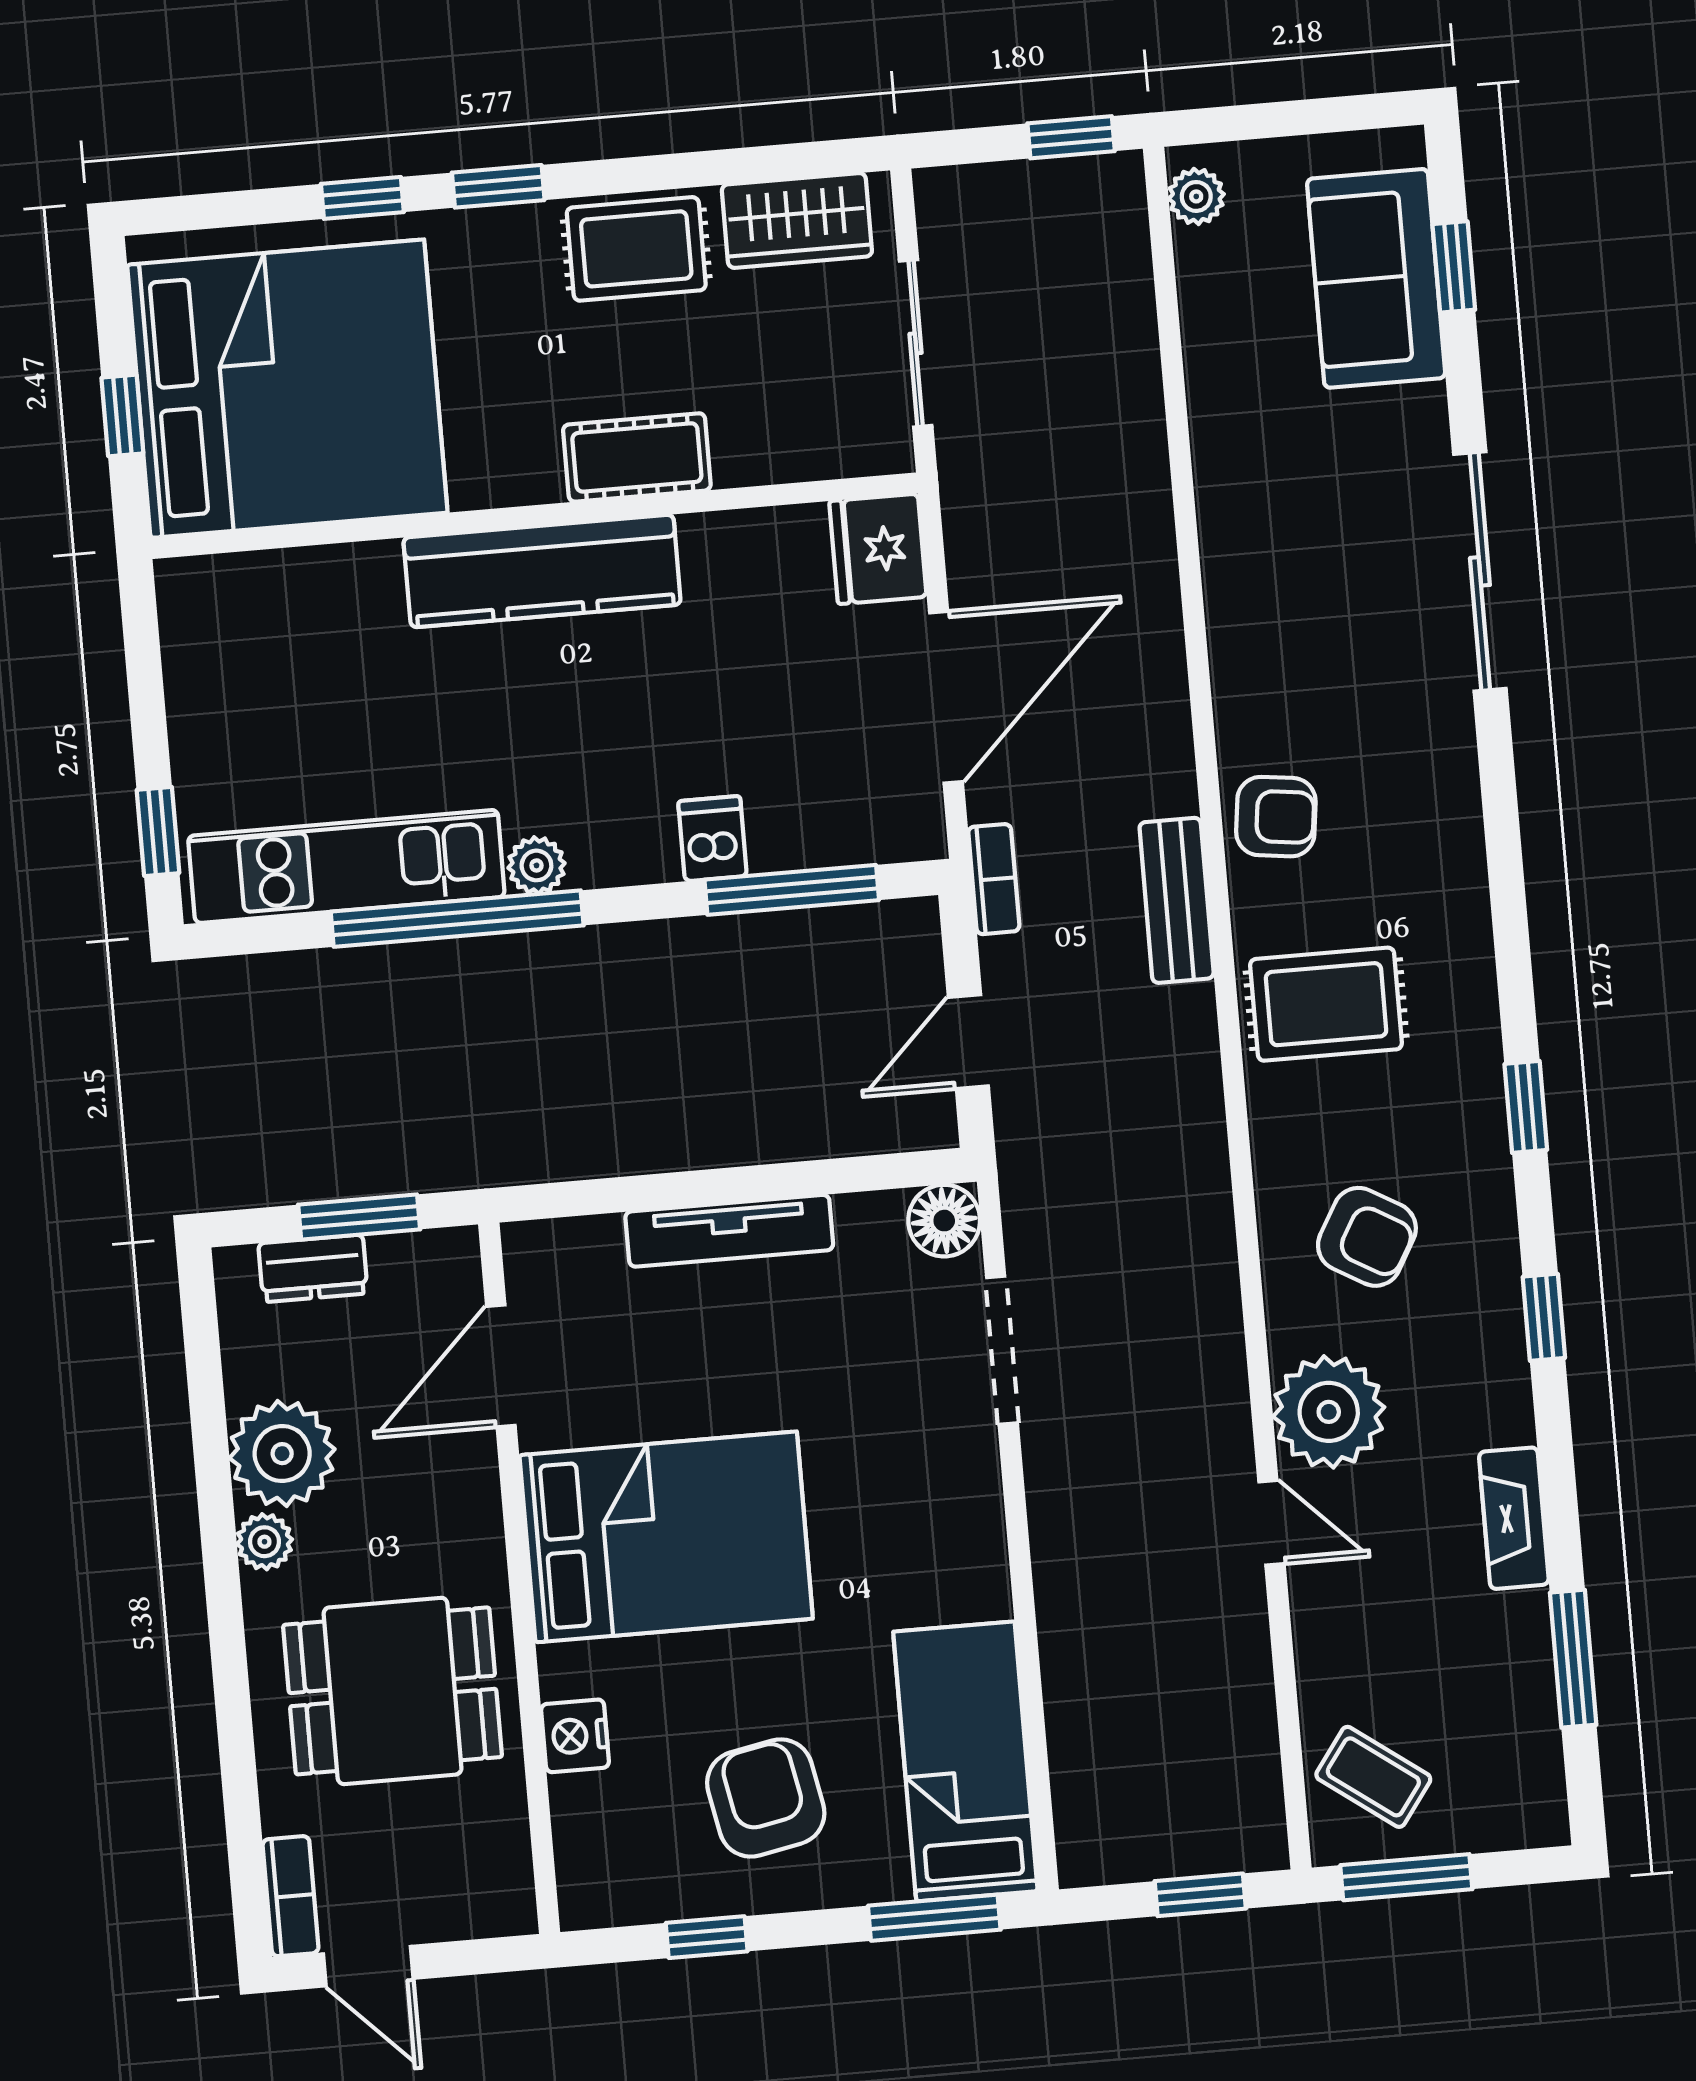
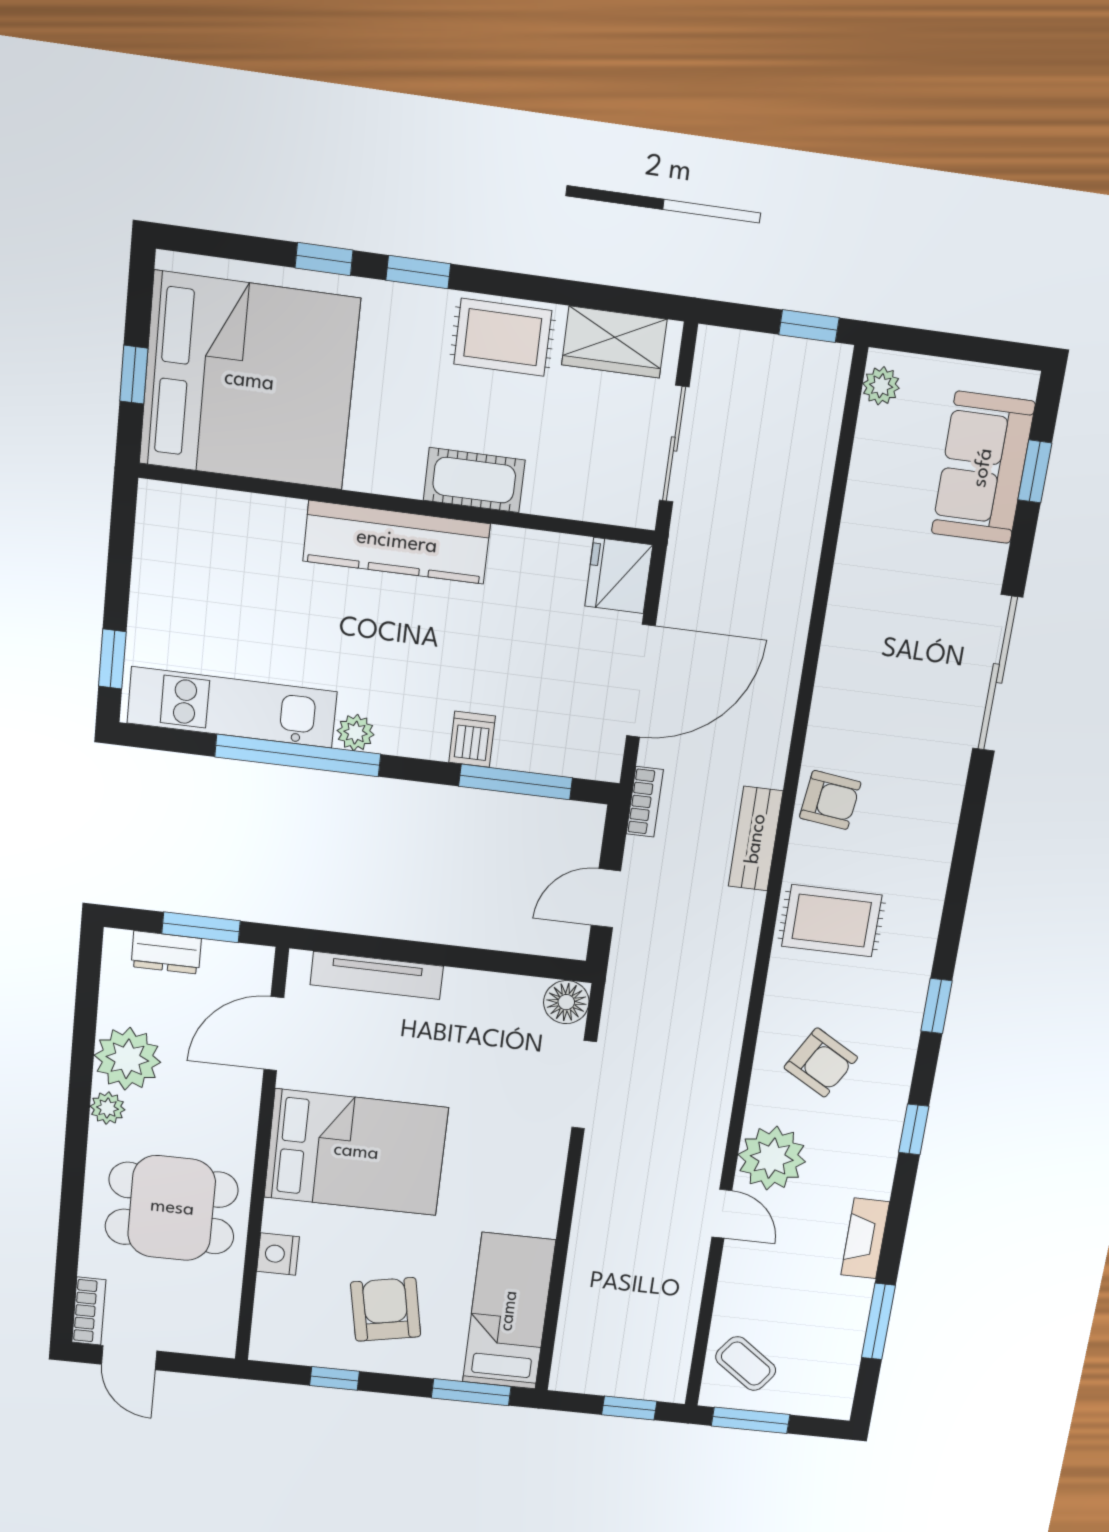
tv unit: (729, 1231) -> (377, 975), moved

